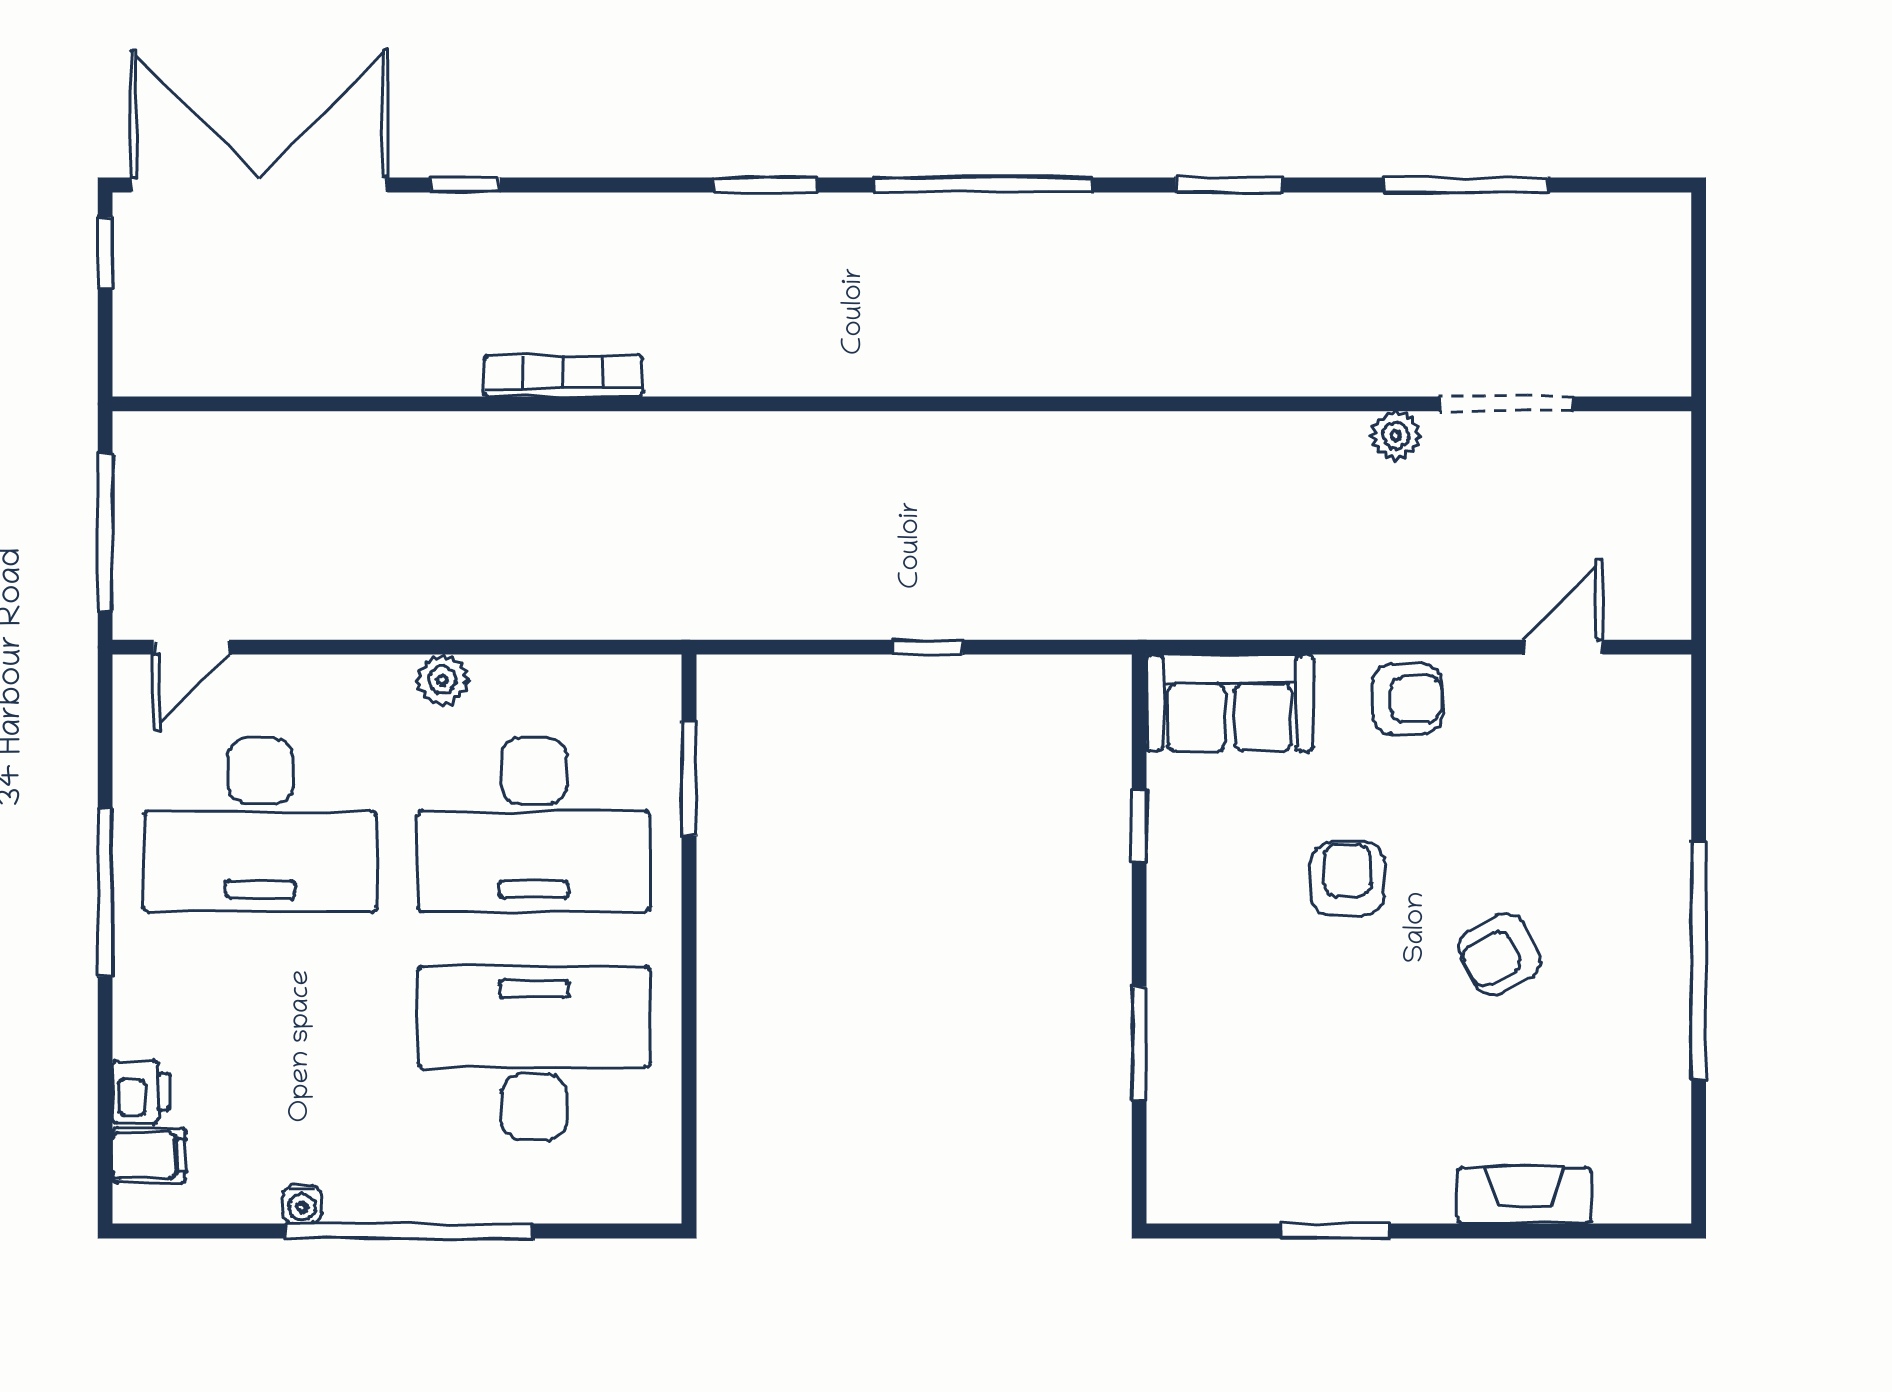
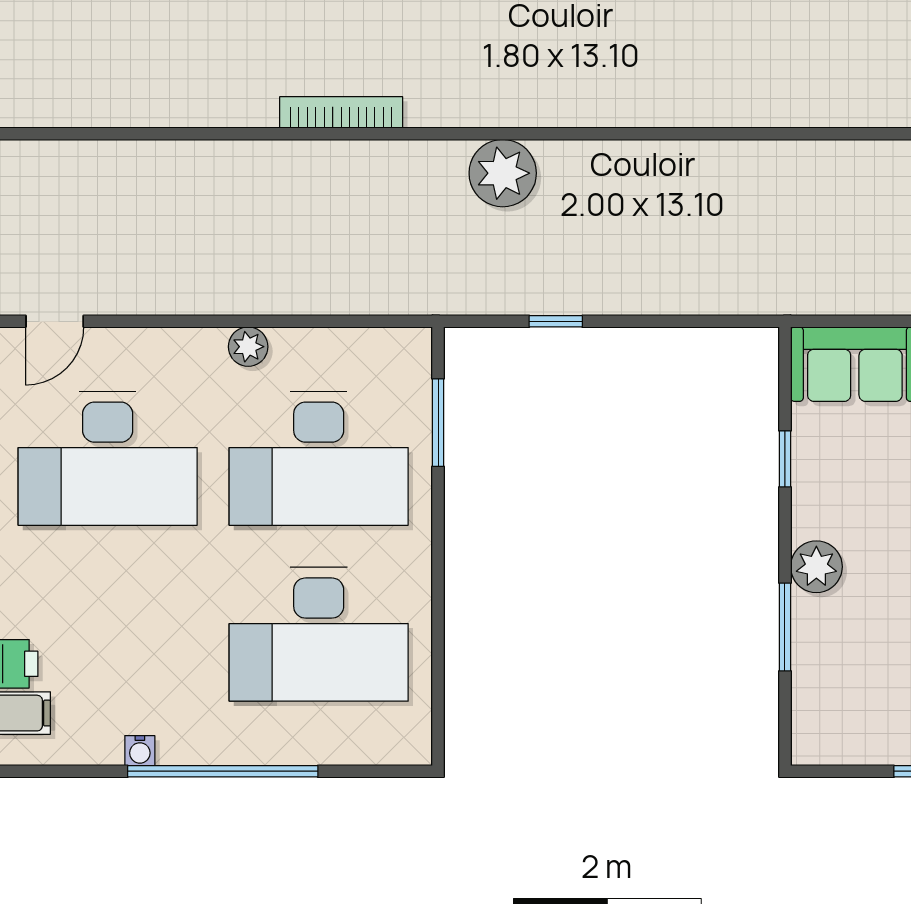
plant: (773, 455) -> (503, 173), added
window: (928, 647) -> (556, 321), moved
plant: (1180, 966) -> (816, 567), added
desk: (534, 1053) -> (319, 634), turned 180

